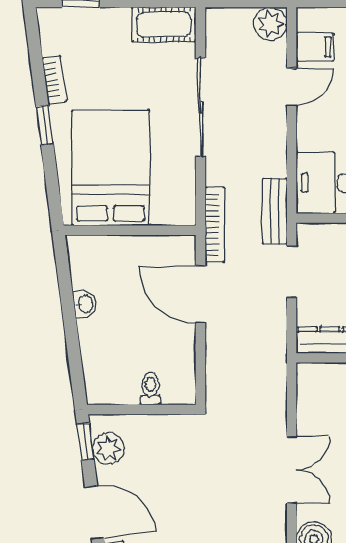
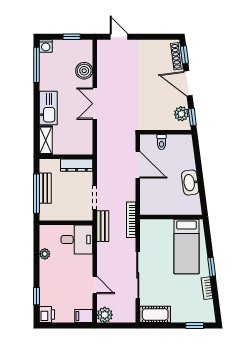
filing cabinet: (315, 47) -> (84, 316), moved
door: (292, 87) -> (95, 285), swing flipped
bed: (111, 168) -> (186, 247), width x0.67
door: (200, 295) -> (138, 165), moved
washbasin: (85, 304) -> (190, 183), width x1.91, depth x1.45

